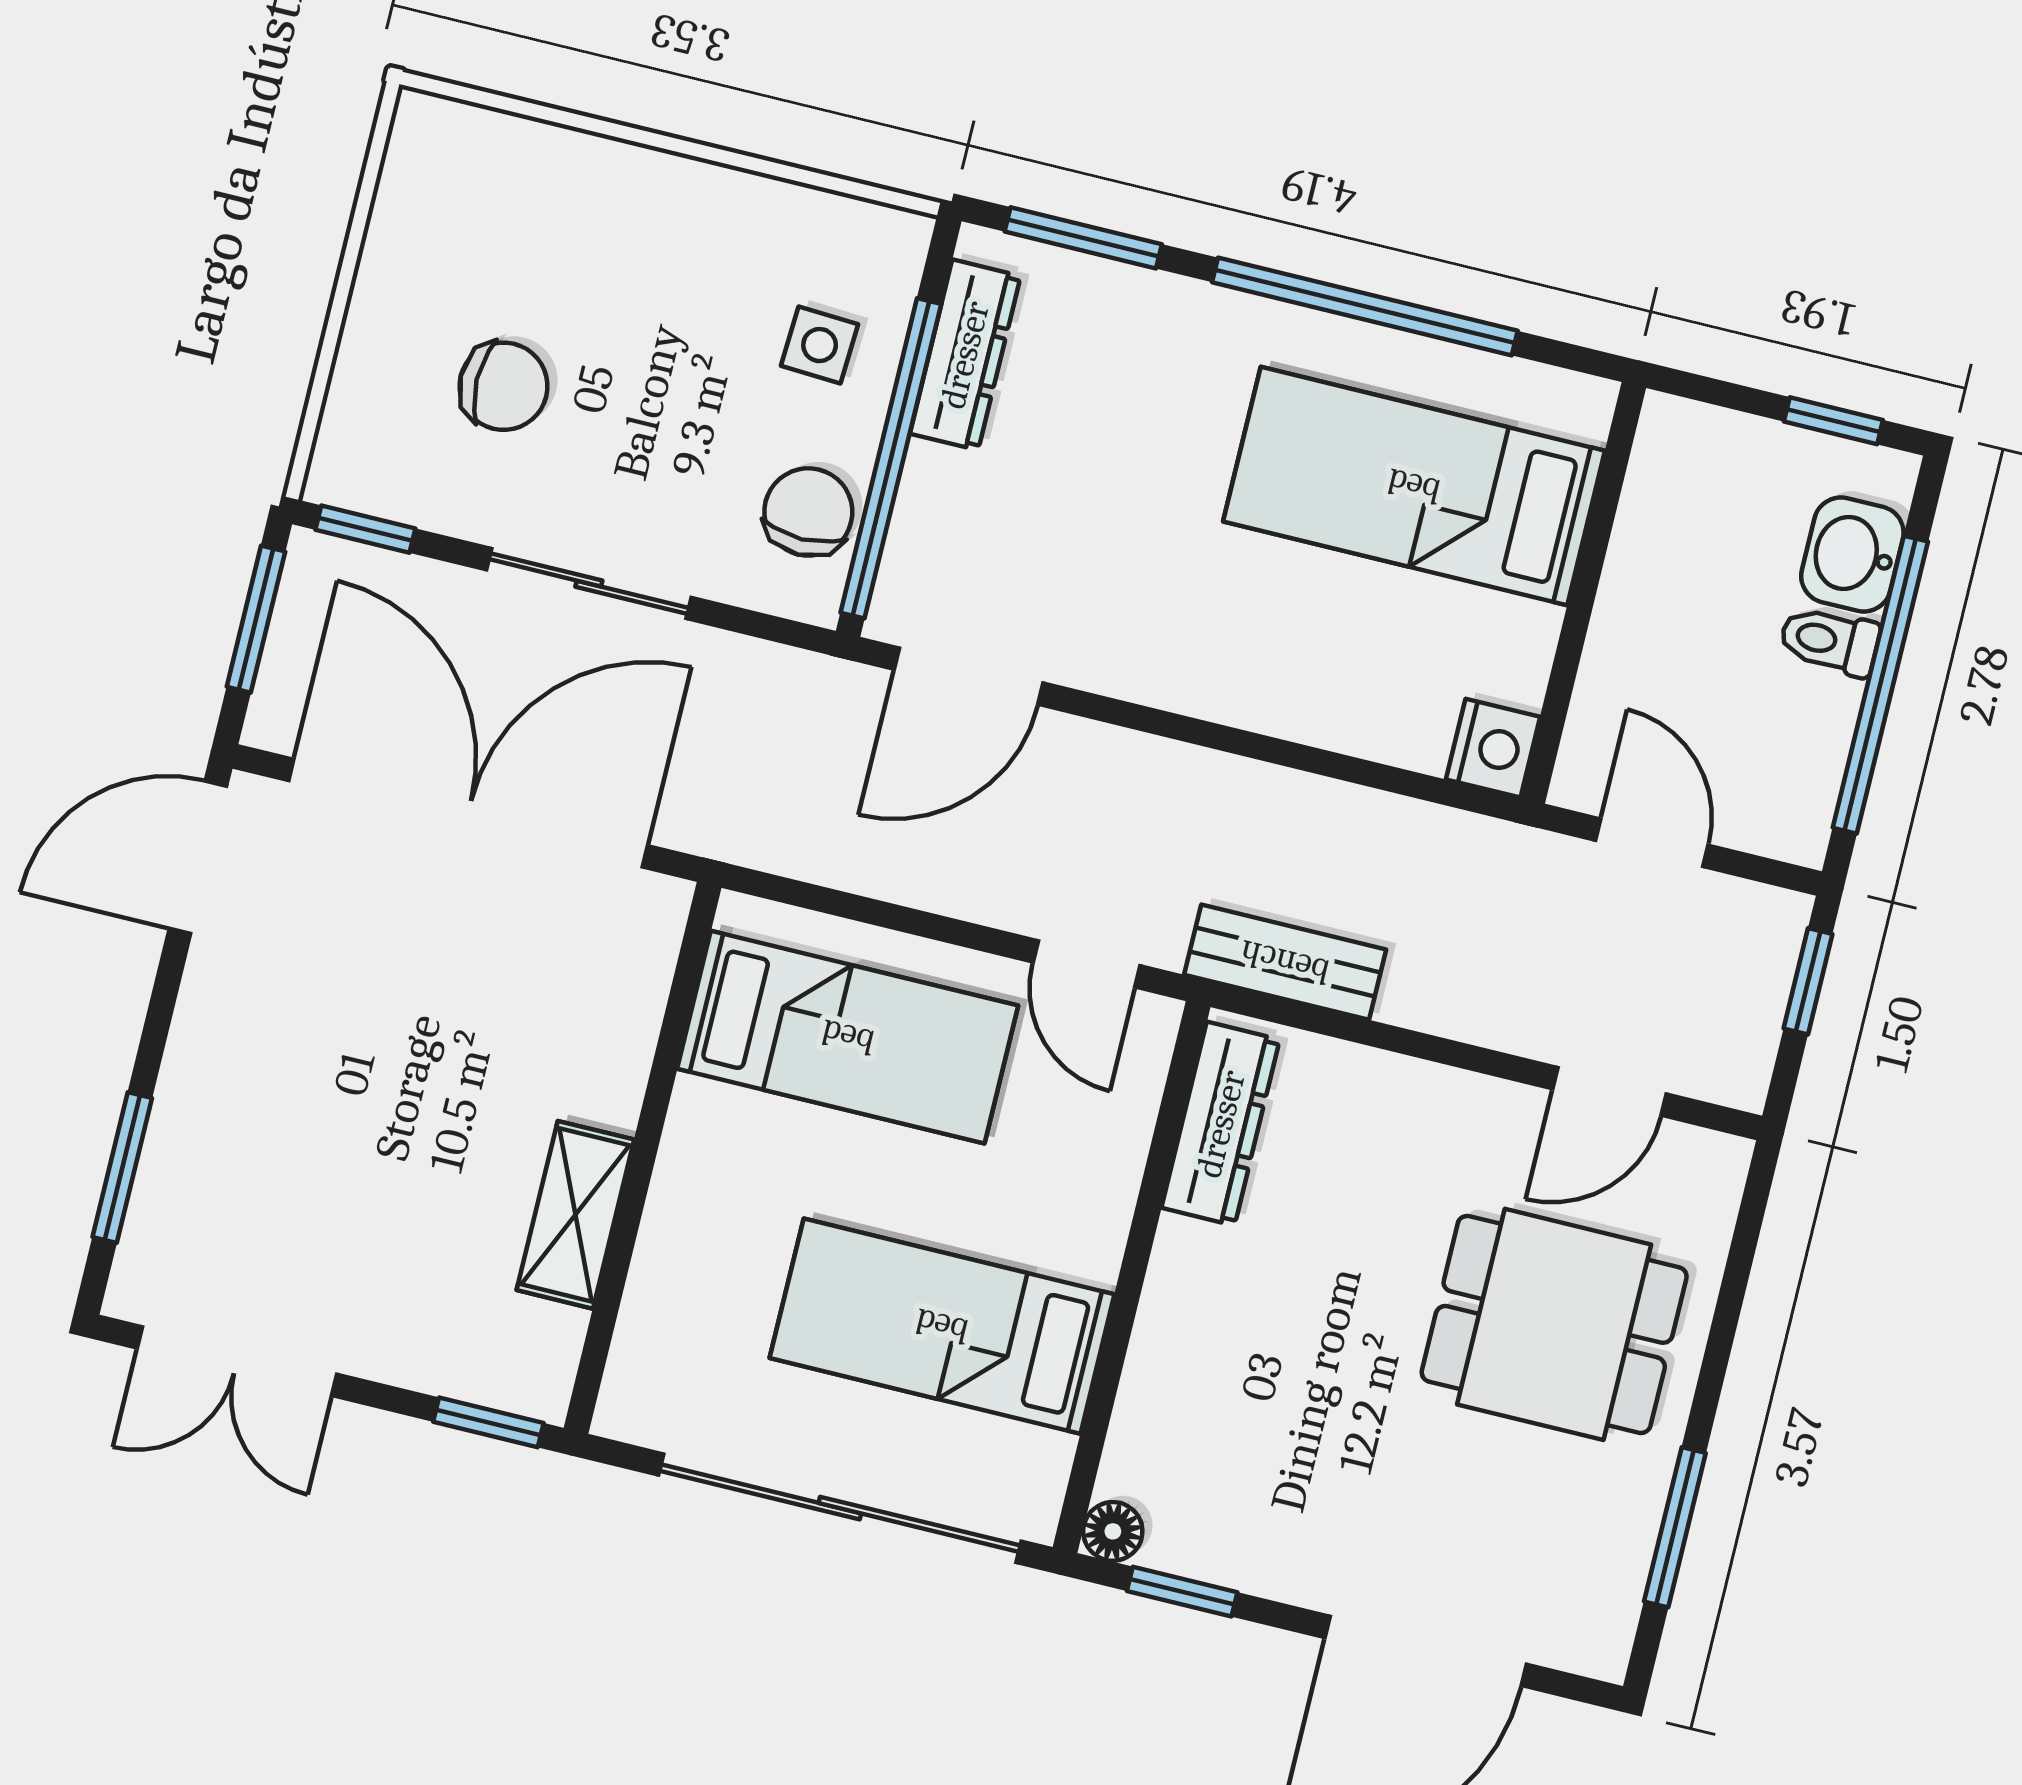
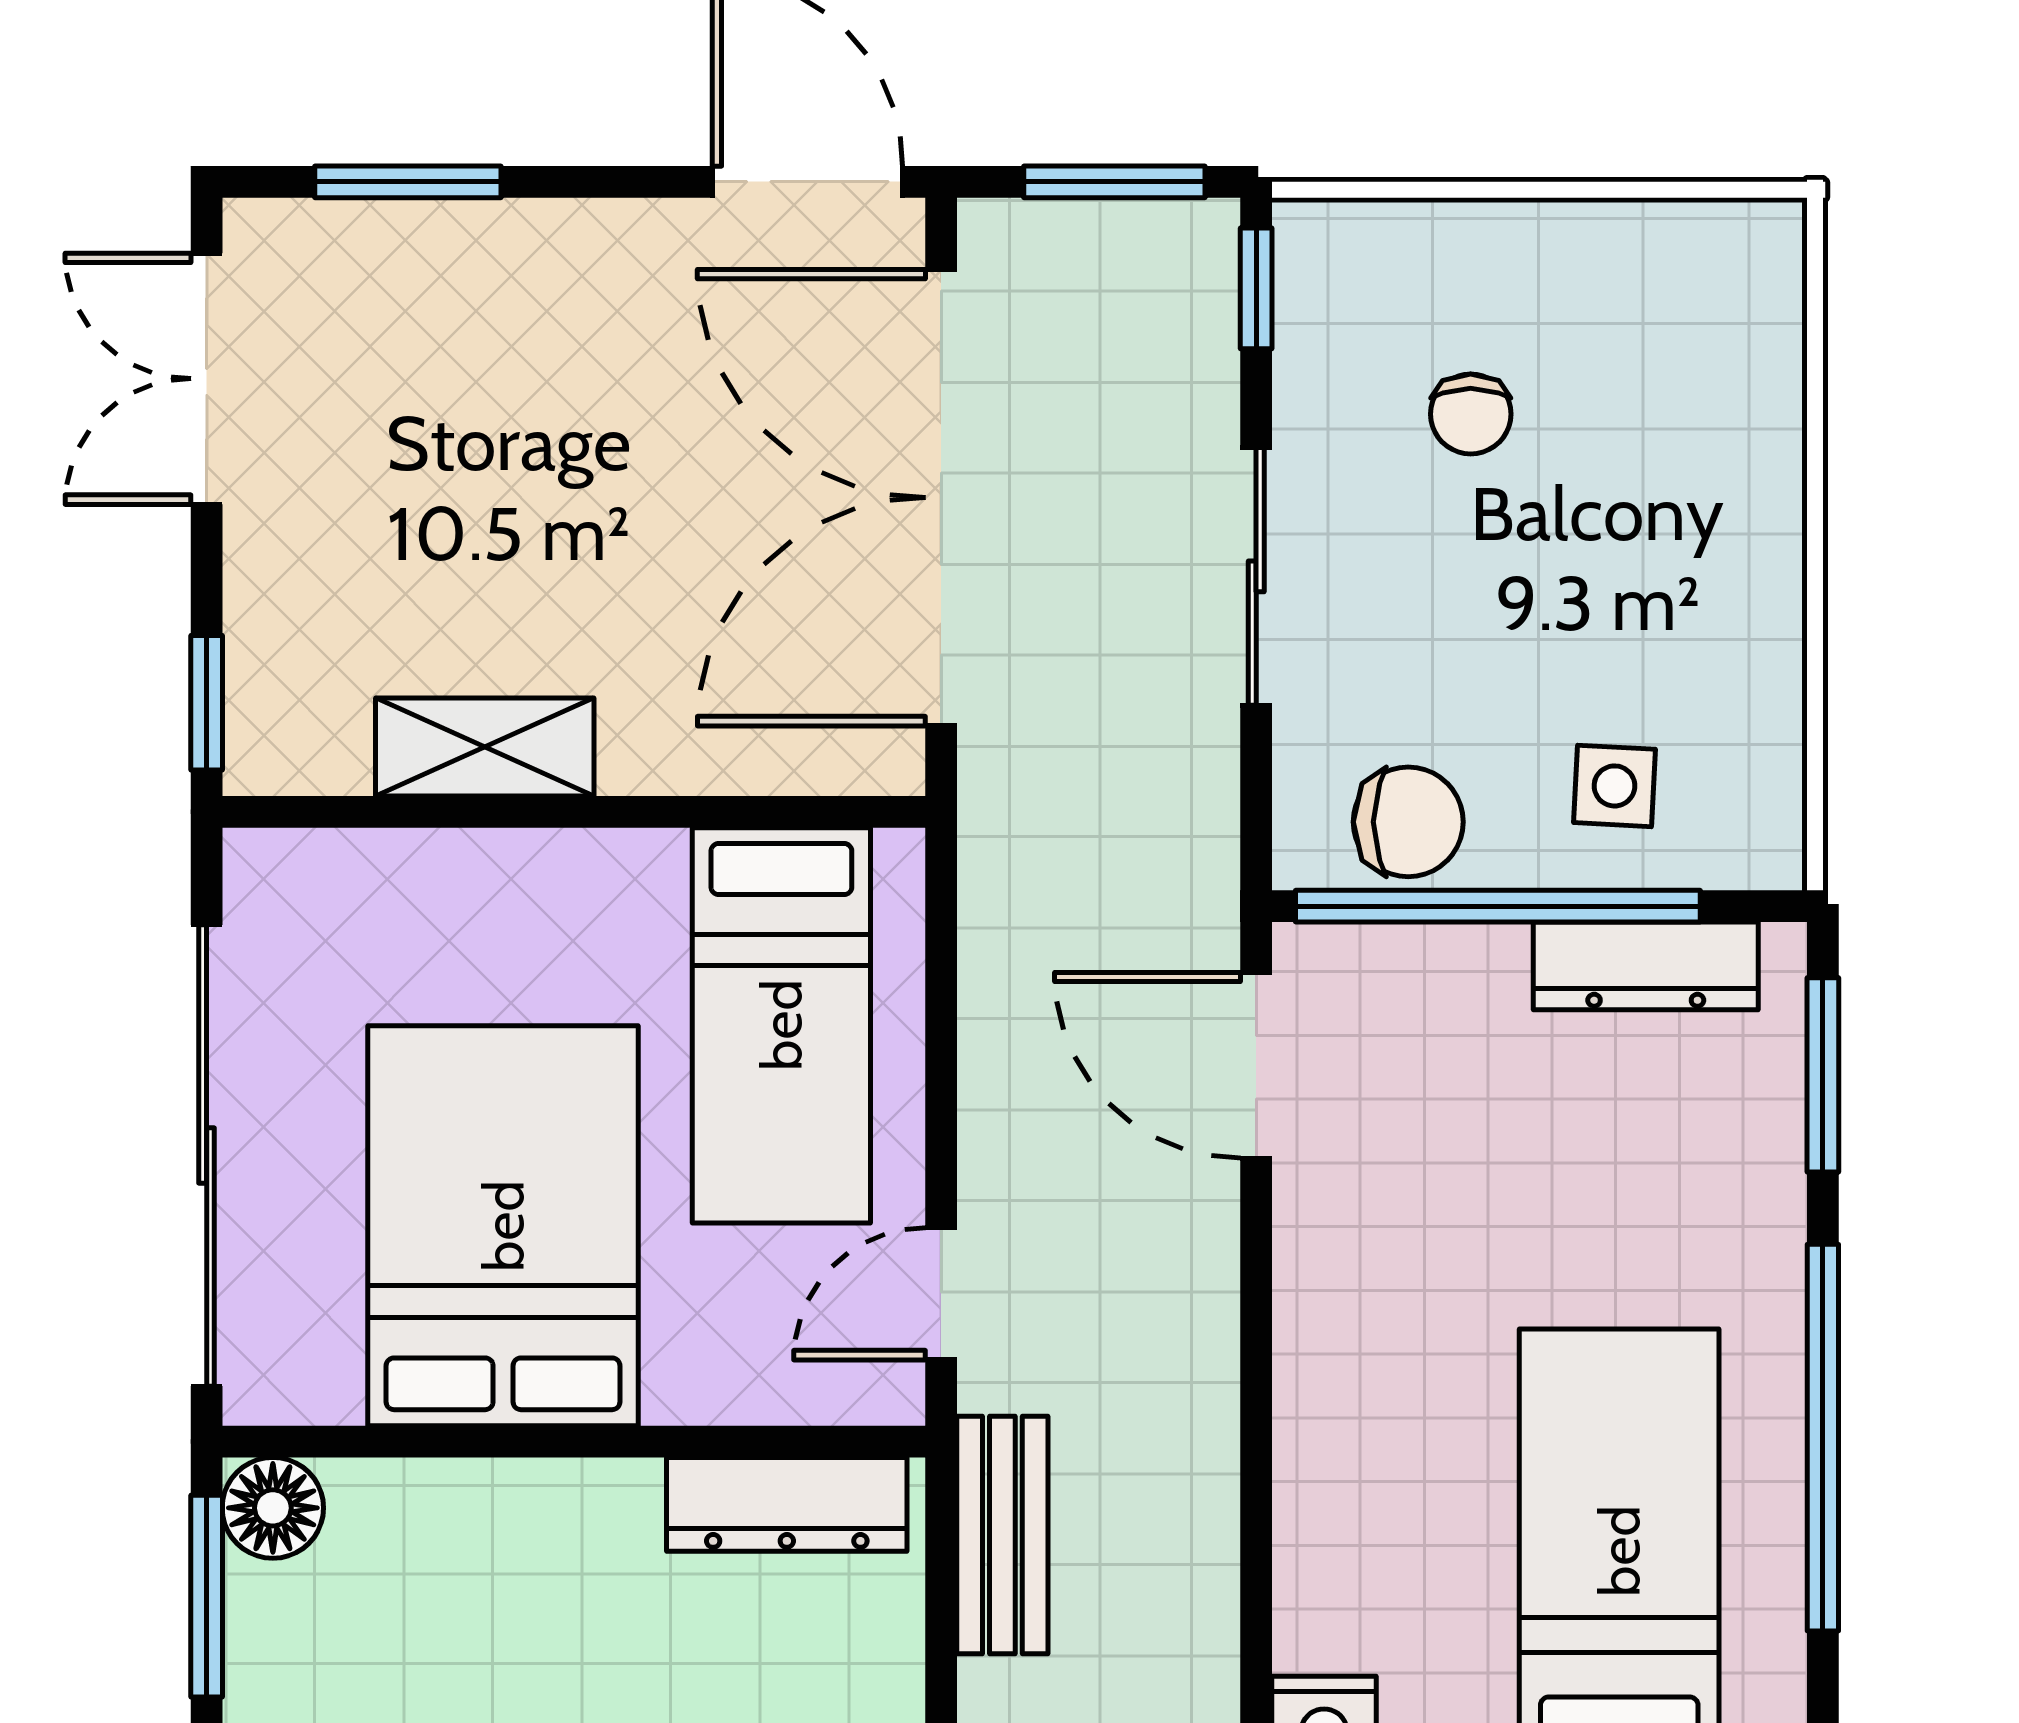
chair: (504, 386) -> (1471, 414), width x0.73, depth x0.73
double door: (468, 813) -> (941, 498), swing flipped
bed: (942, 1326) -> (503, 1226), width x1.50
floor lamp: (1113, 1531) -> (273, 1508), width x1.37, depth x1.37
window: (1182, 1592) -> (207, 1596), width x1.50

